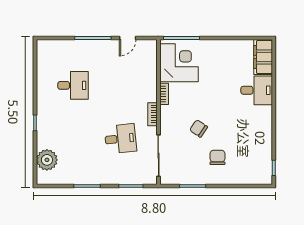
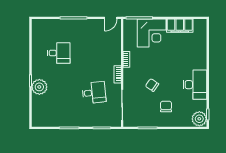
door: (128, 38) -> (111, 18), moved
filing cabinet: (263, 57) -> (180, 26), moved, turned -90
corner desk: (179, 63) -> (152, 33), moved, turned 90
desk: (257, 90) -> (195, 85), moved, width x1.37
plant: (47, 160) -> (39, 87), moved
plant: (262, 174) -> (199, 119), added

